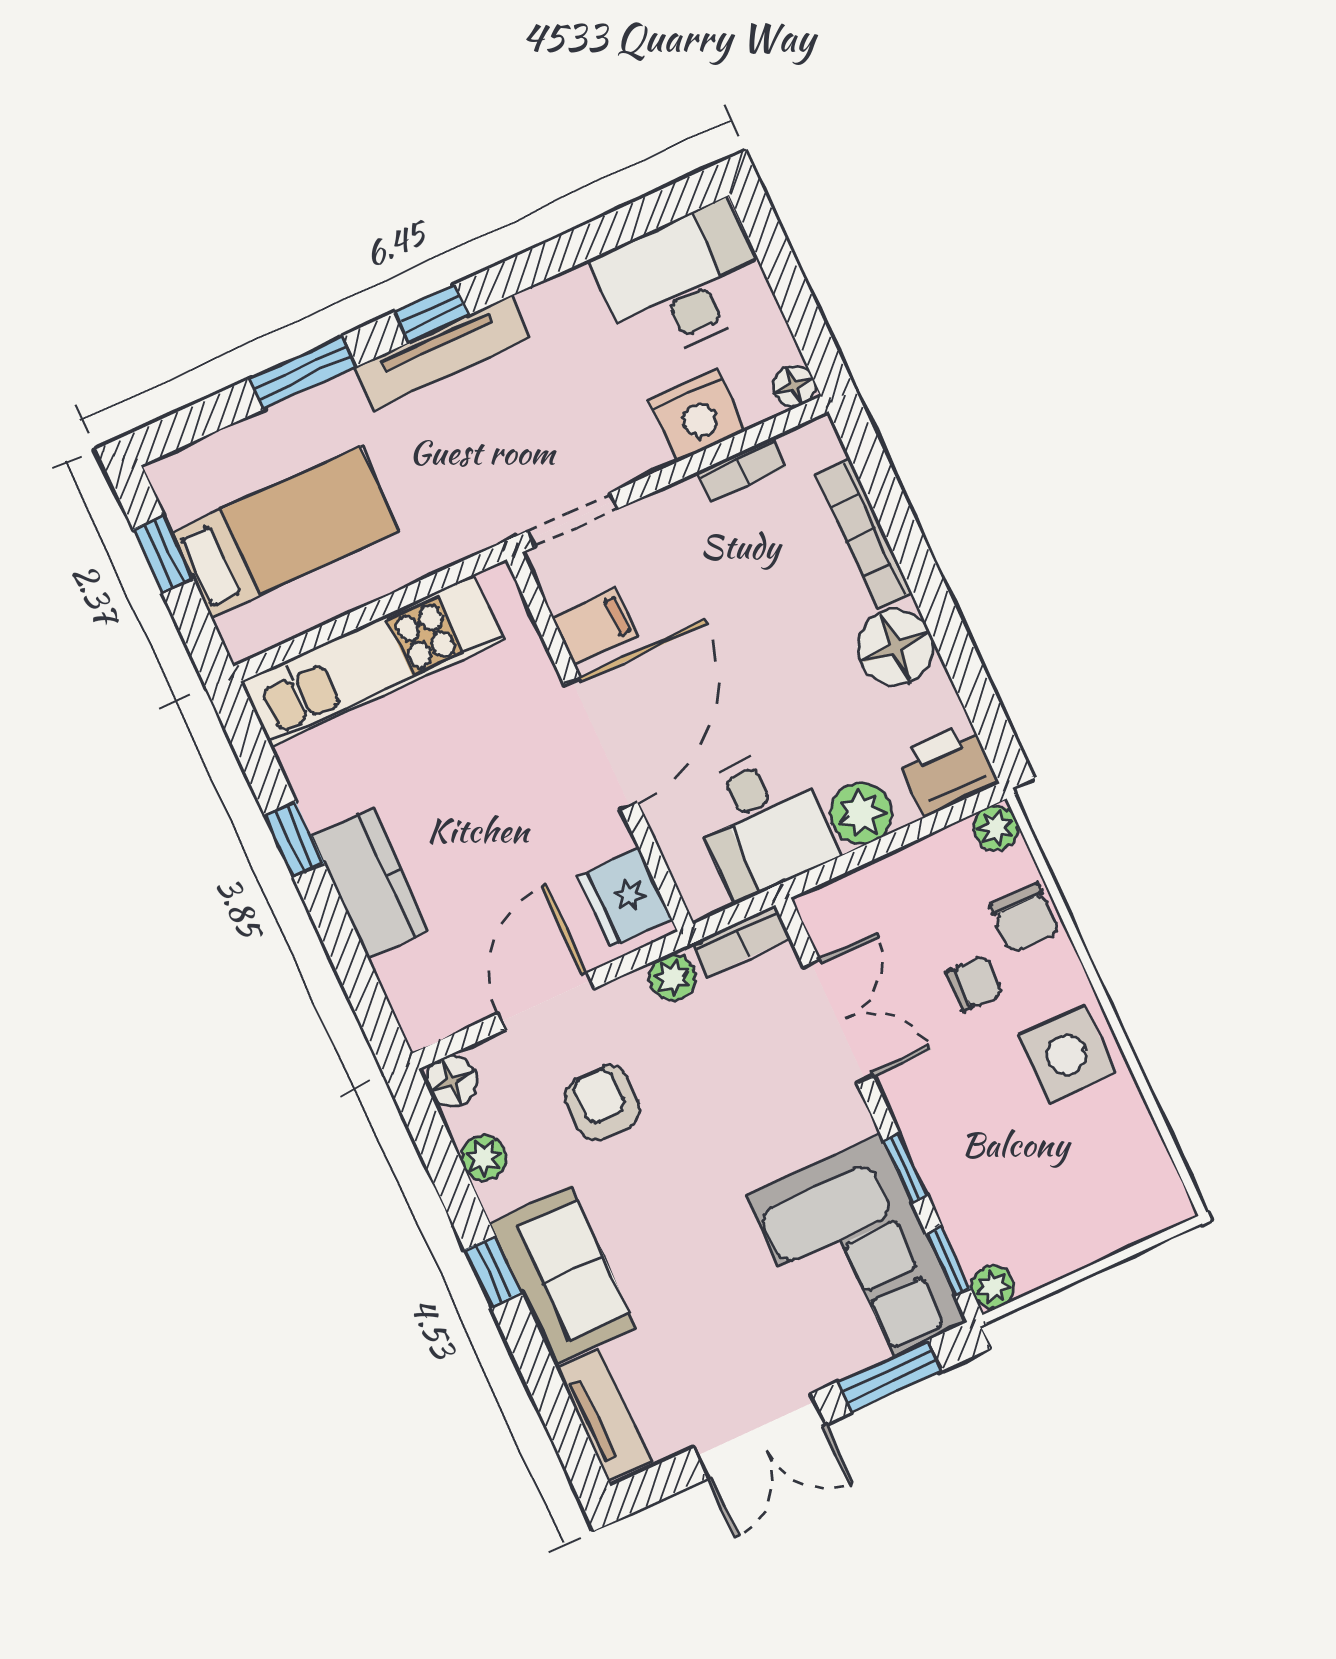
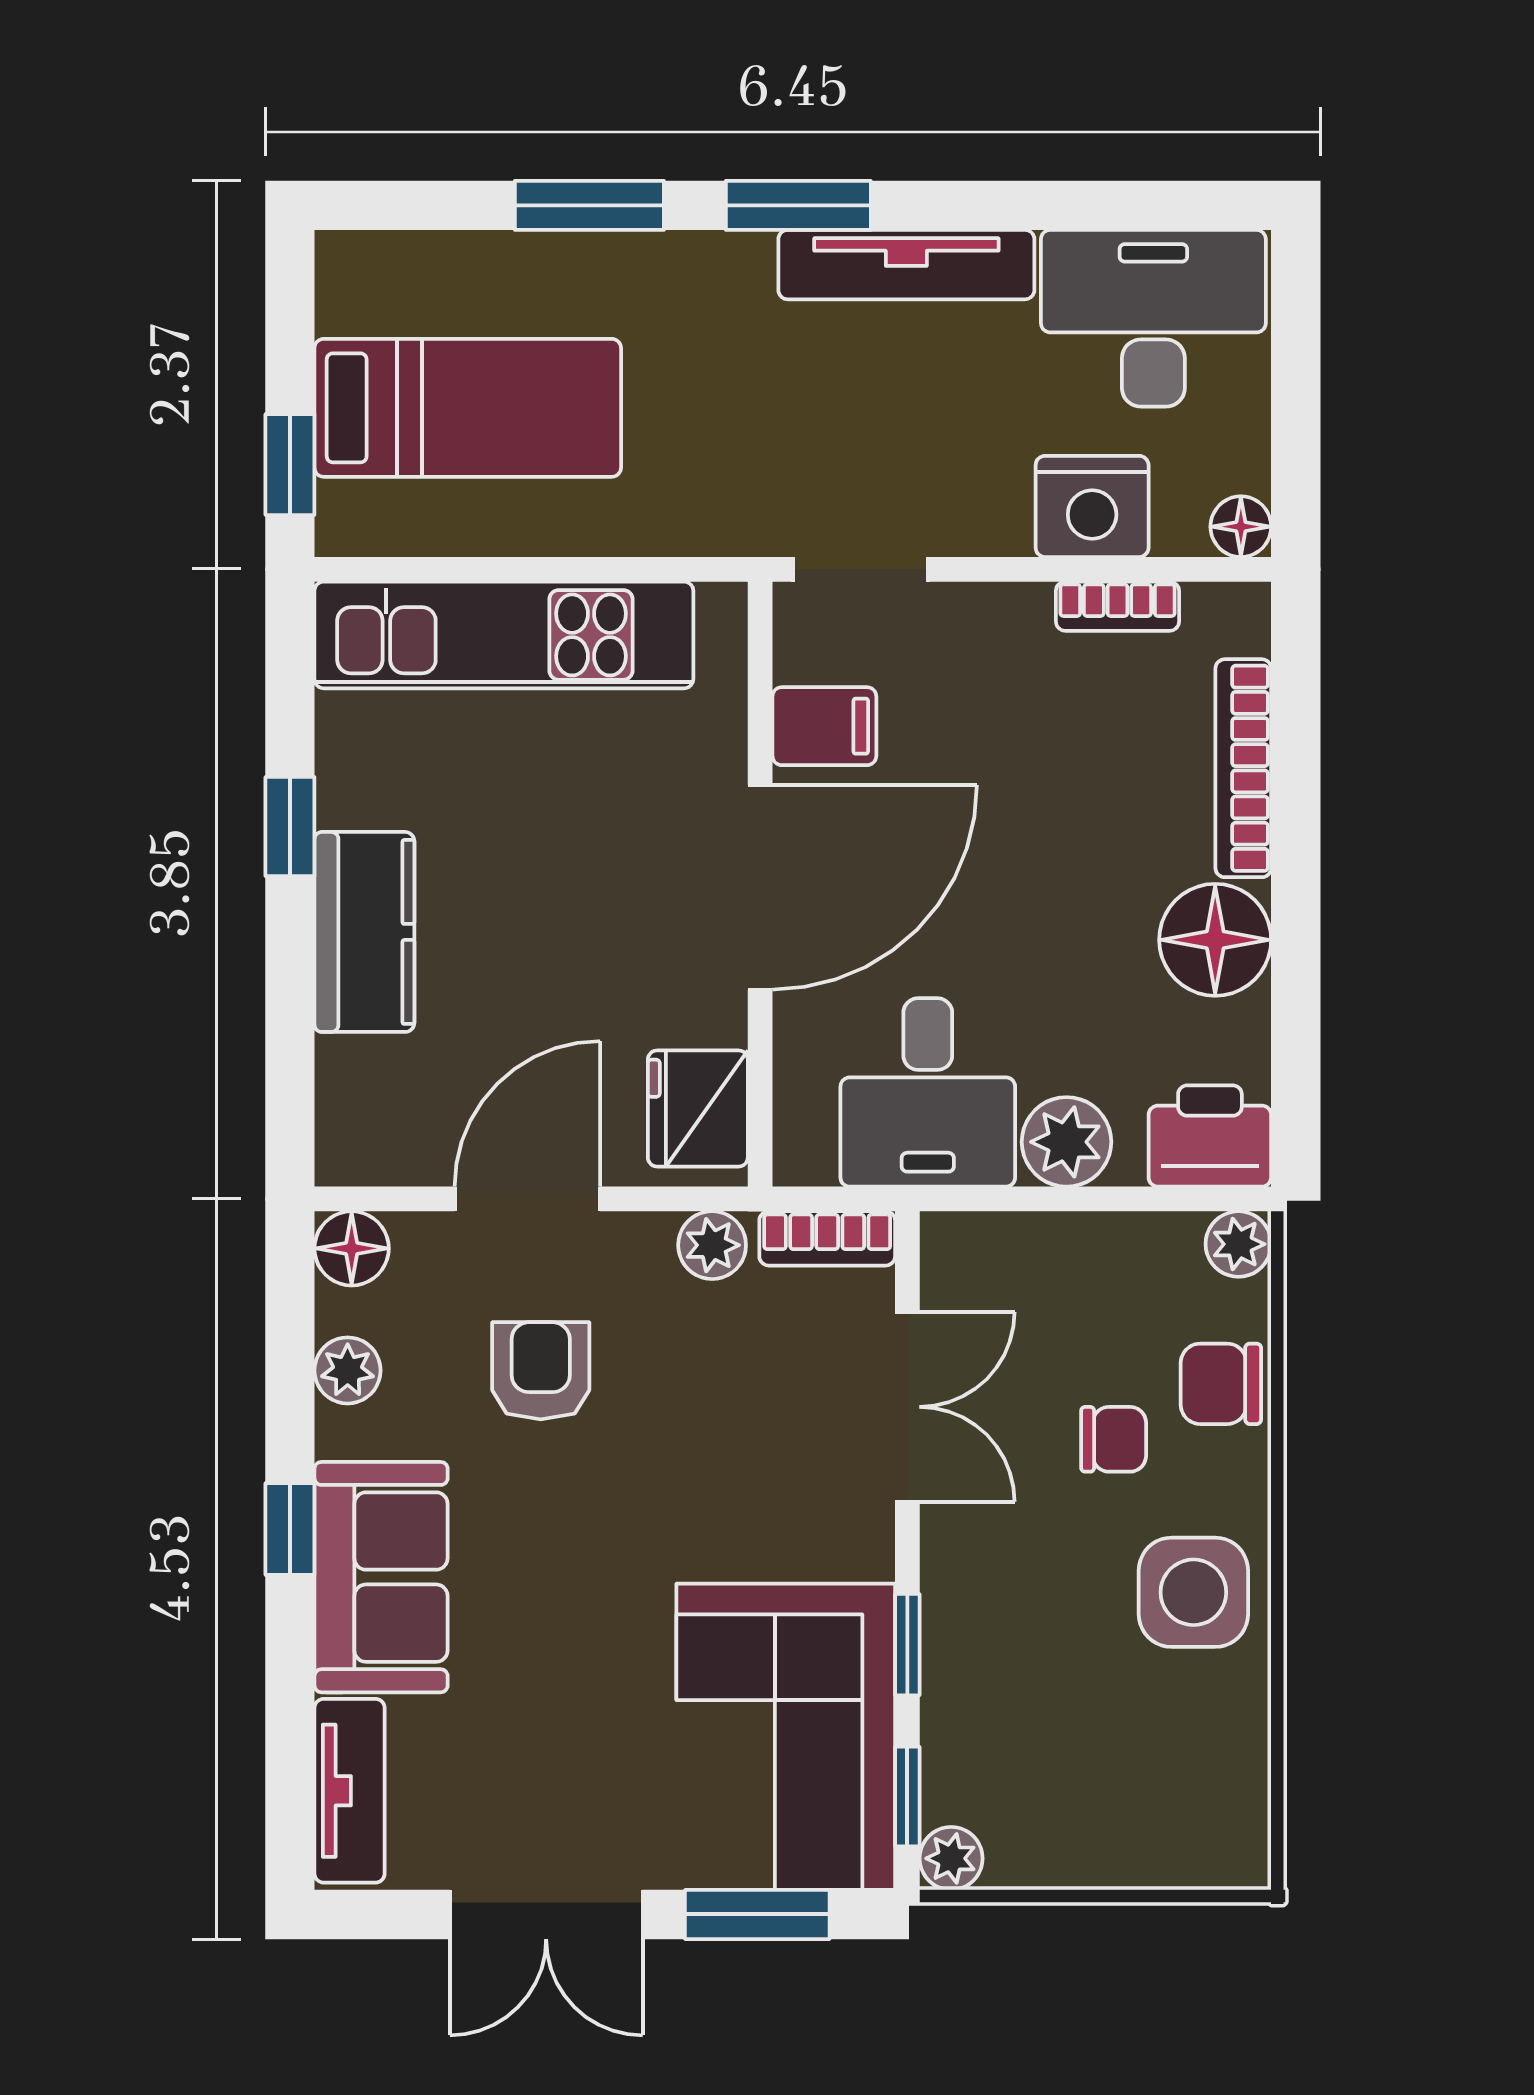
window: (431, 314) -> (798, 205), width x1.50
tv unit: (442, 353) -> (906, 265), moved
window: (163, 554) -> (290, 465), moved
chair: (1025, 919) -> (1221, 1384), turned 90

